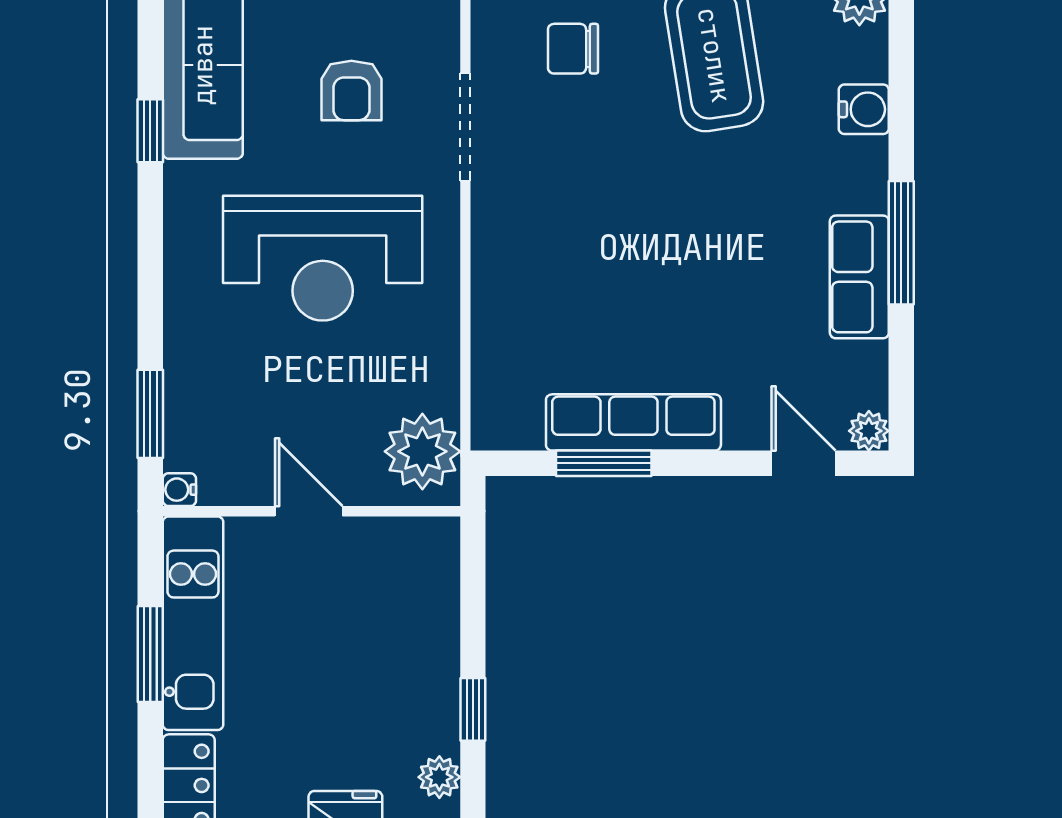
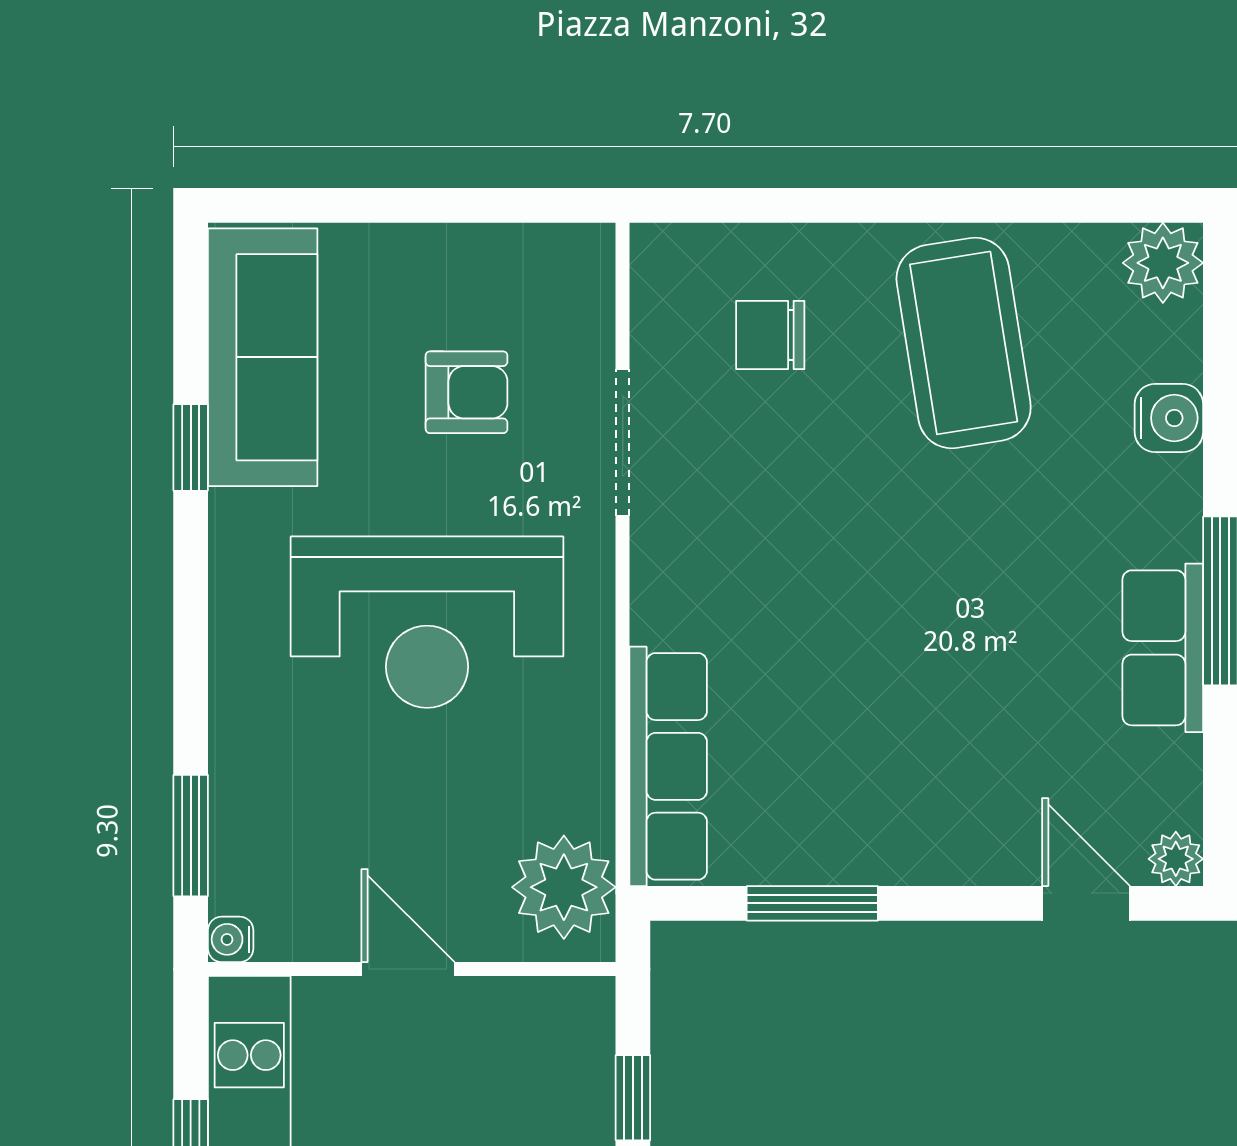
armchair: (351, 90) -> (467, 392), turned -90
row of seats: (633, 422) -> (668, 766), moved, turned 90
window: (473, 605) -> (633, 1098), added

